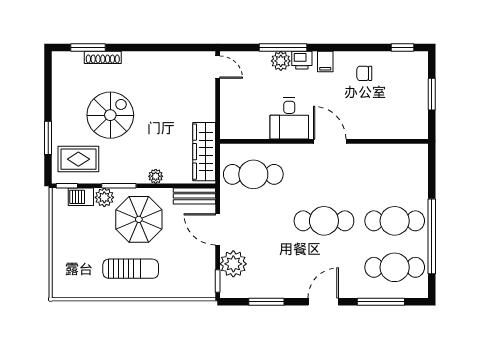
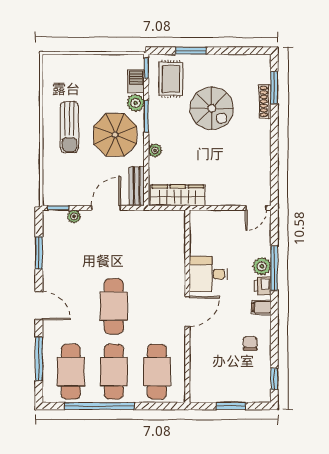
cafe table: (253, 174) -> (157, 372), moved
plant: (233, 264) -> (74, 216), width x0.53, depth x0.53

